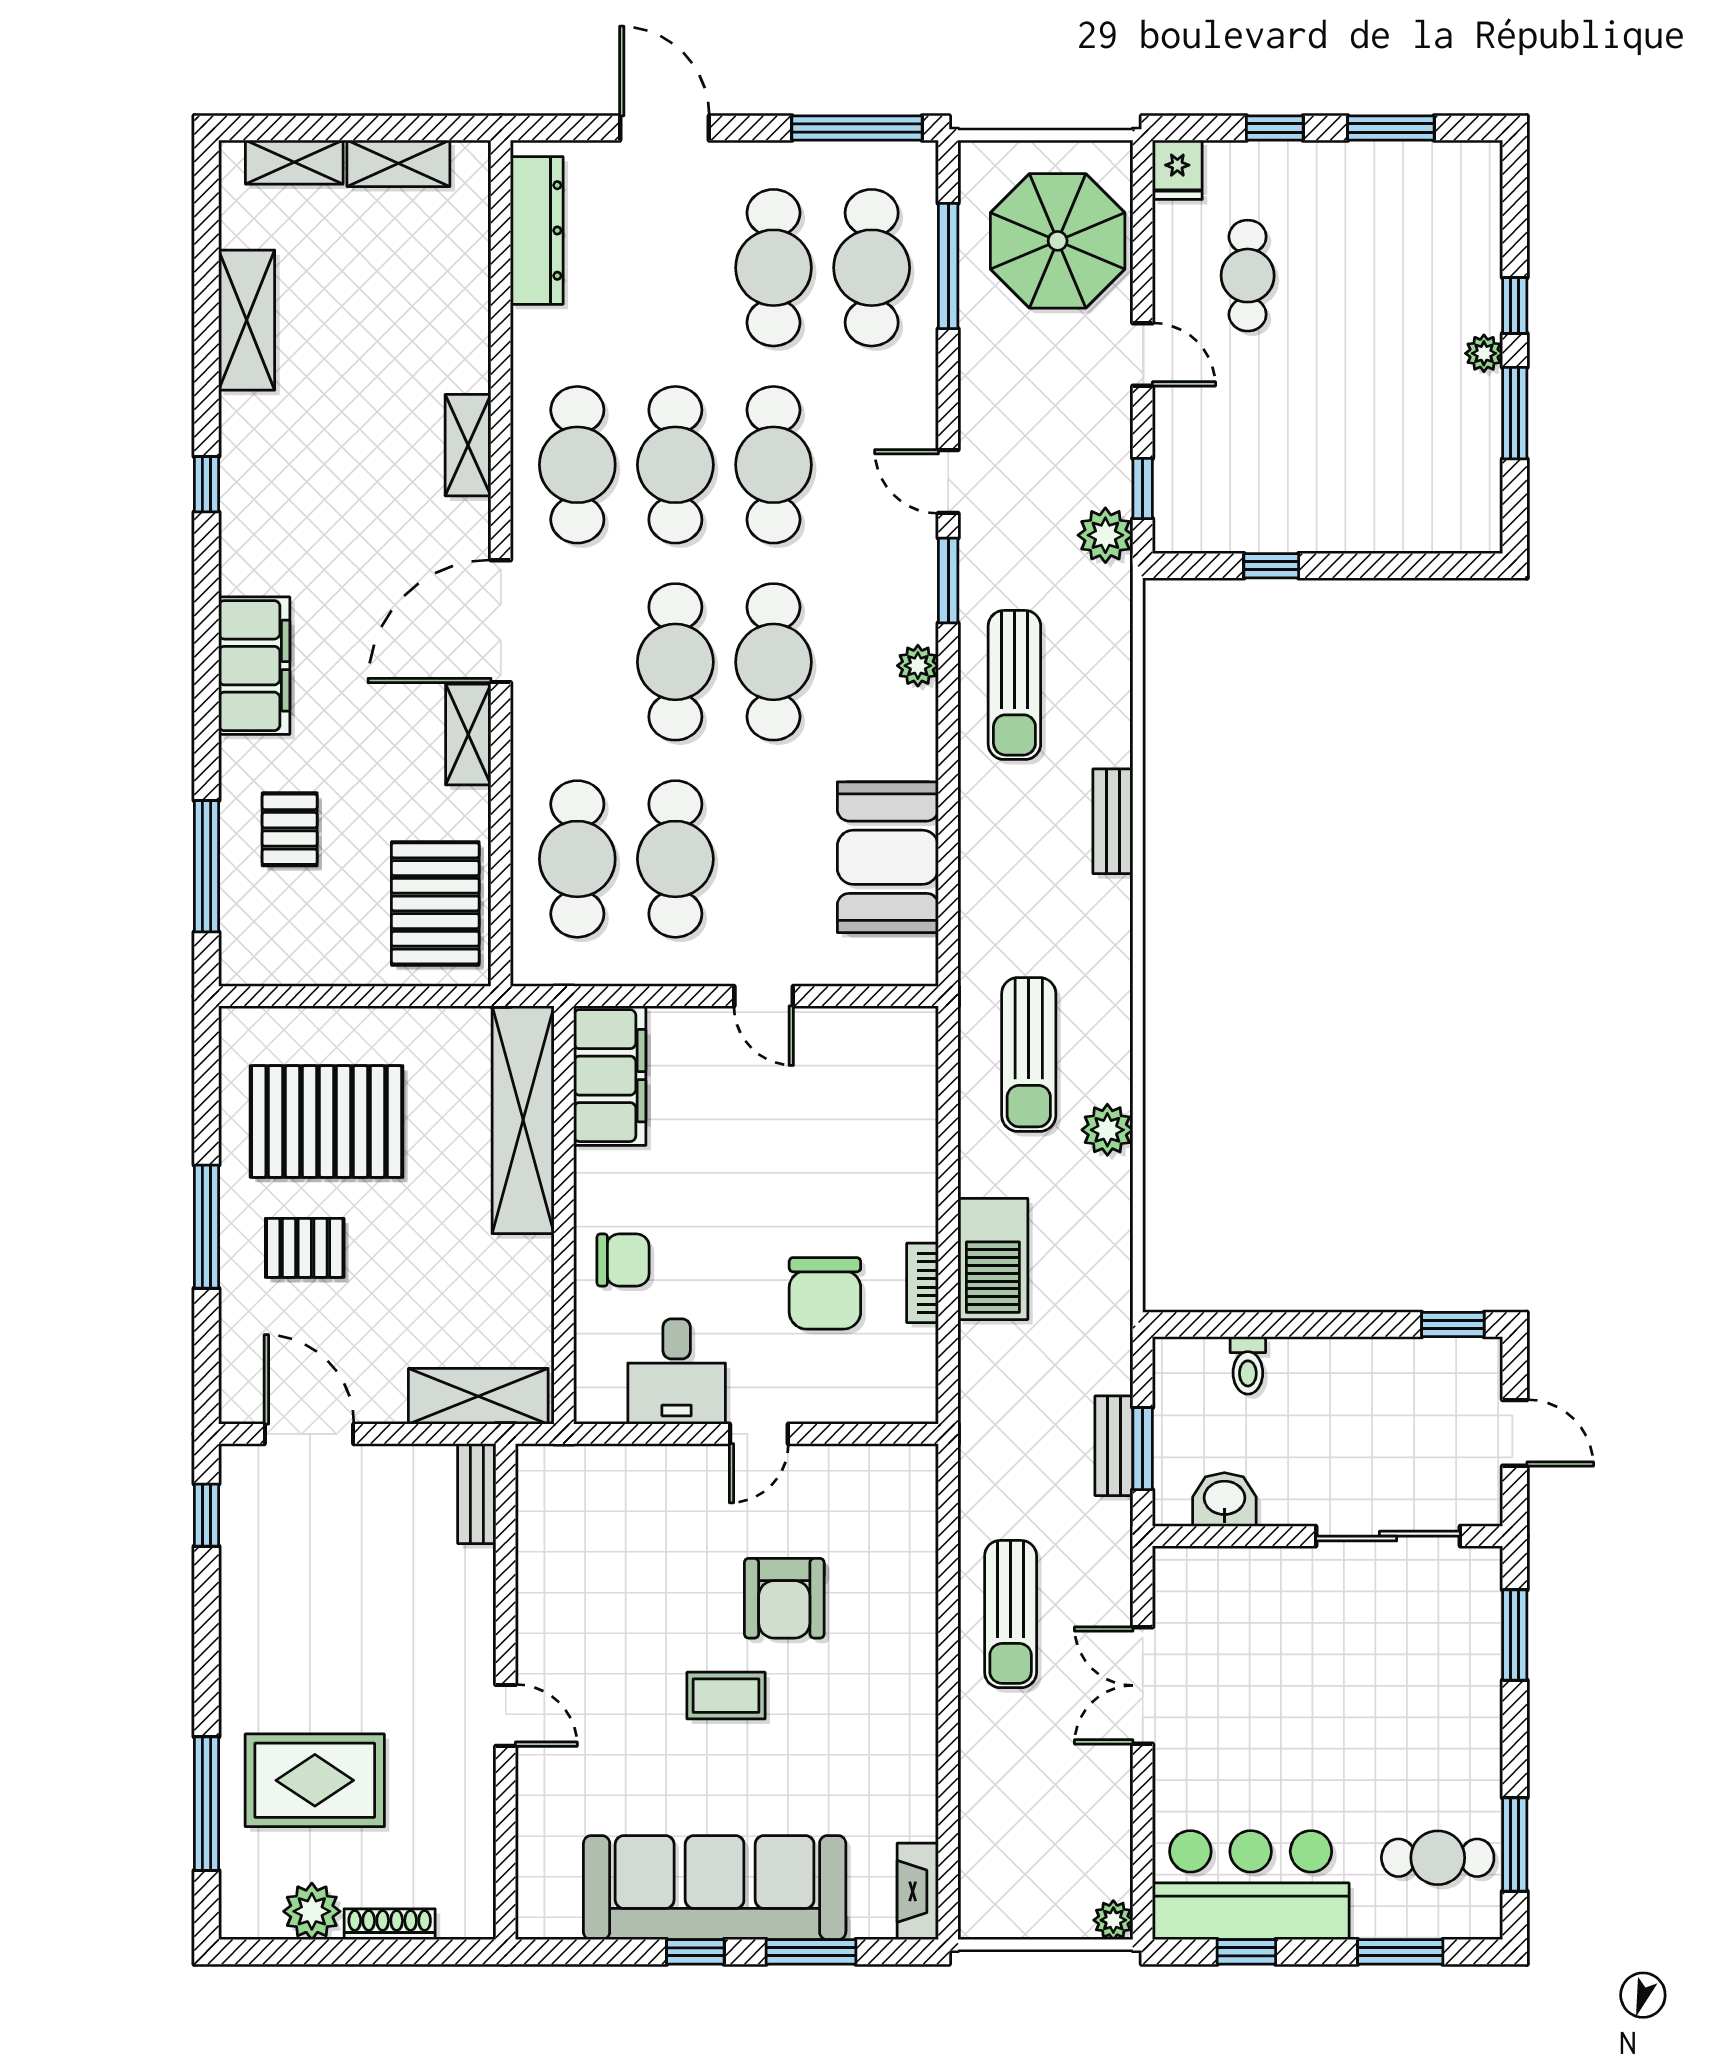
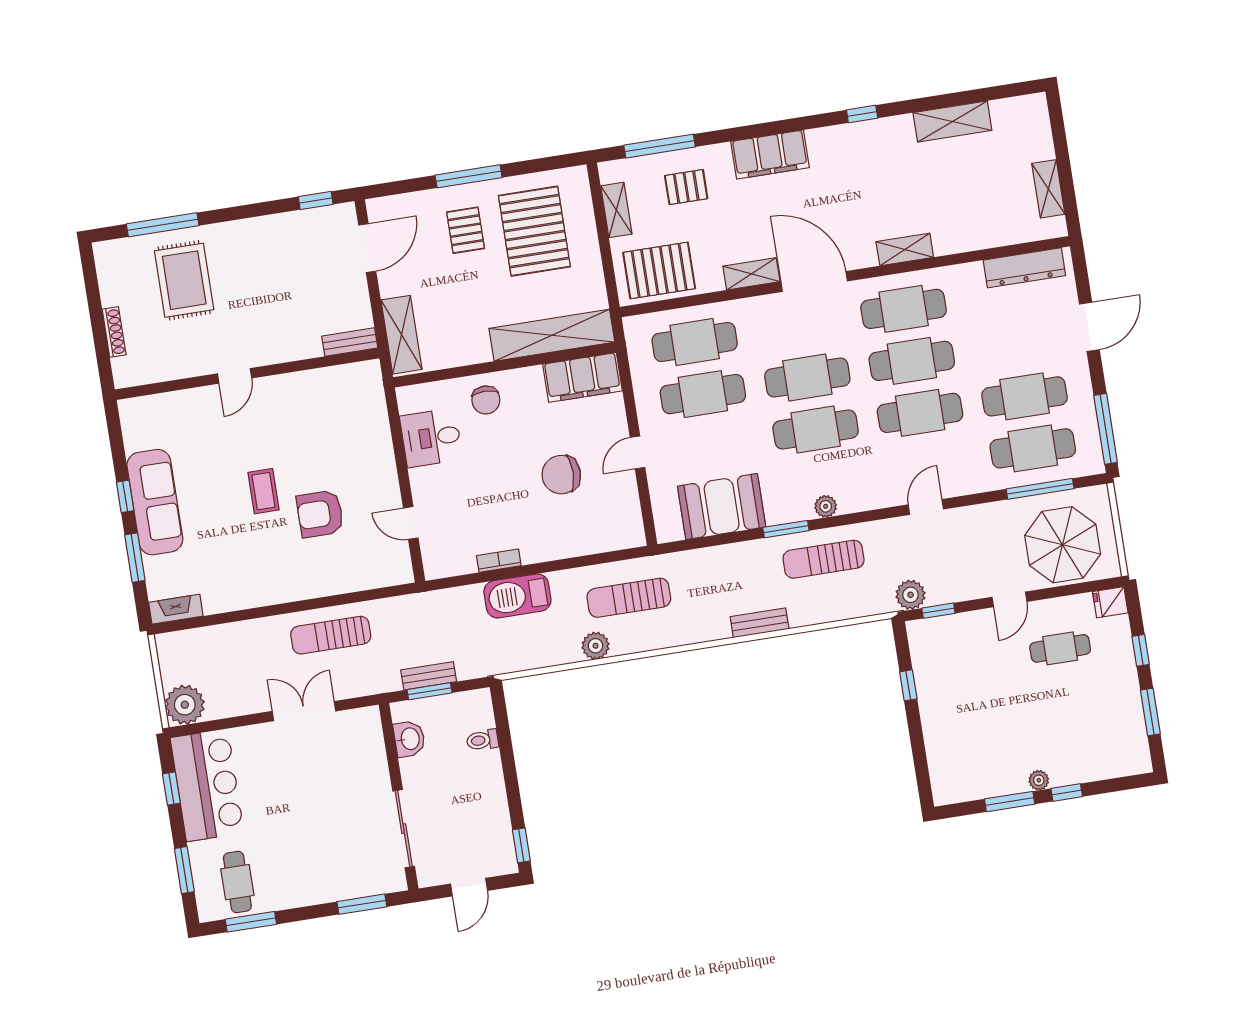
shelving: (294, 162) -> (616, 210), moved
window: (948, 580) -> (786, 529), moved
chair: (825, 1293) -> (561, 475), moved
door: (759, 1434) -> (411, 523), moved
sofa: (715, 1888) -> (155, 502), width x0.74, depth x0.79
plant: (312, 1911) -> (114, 290), removed
plant: (1113, 1920) -> (185, 705), width x1.88, depth x1.88

